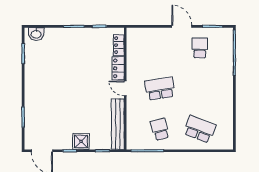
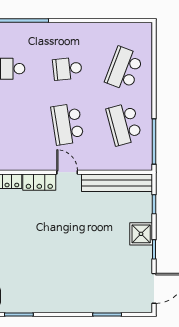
door: (125, 88) -> (67, 172), swing flipped
school desk: (200, 89) -> (67, 69), added
school desk: (160, 129) -> (124, 124), width x1.85

